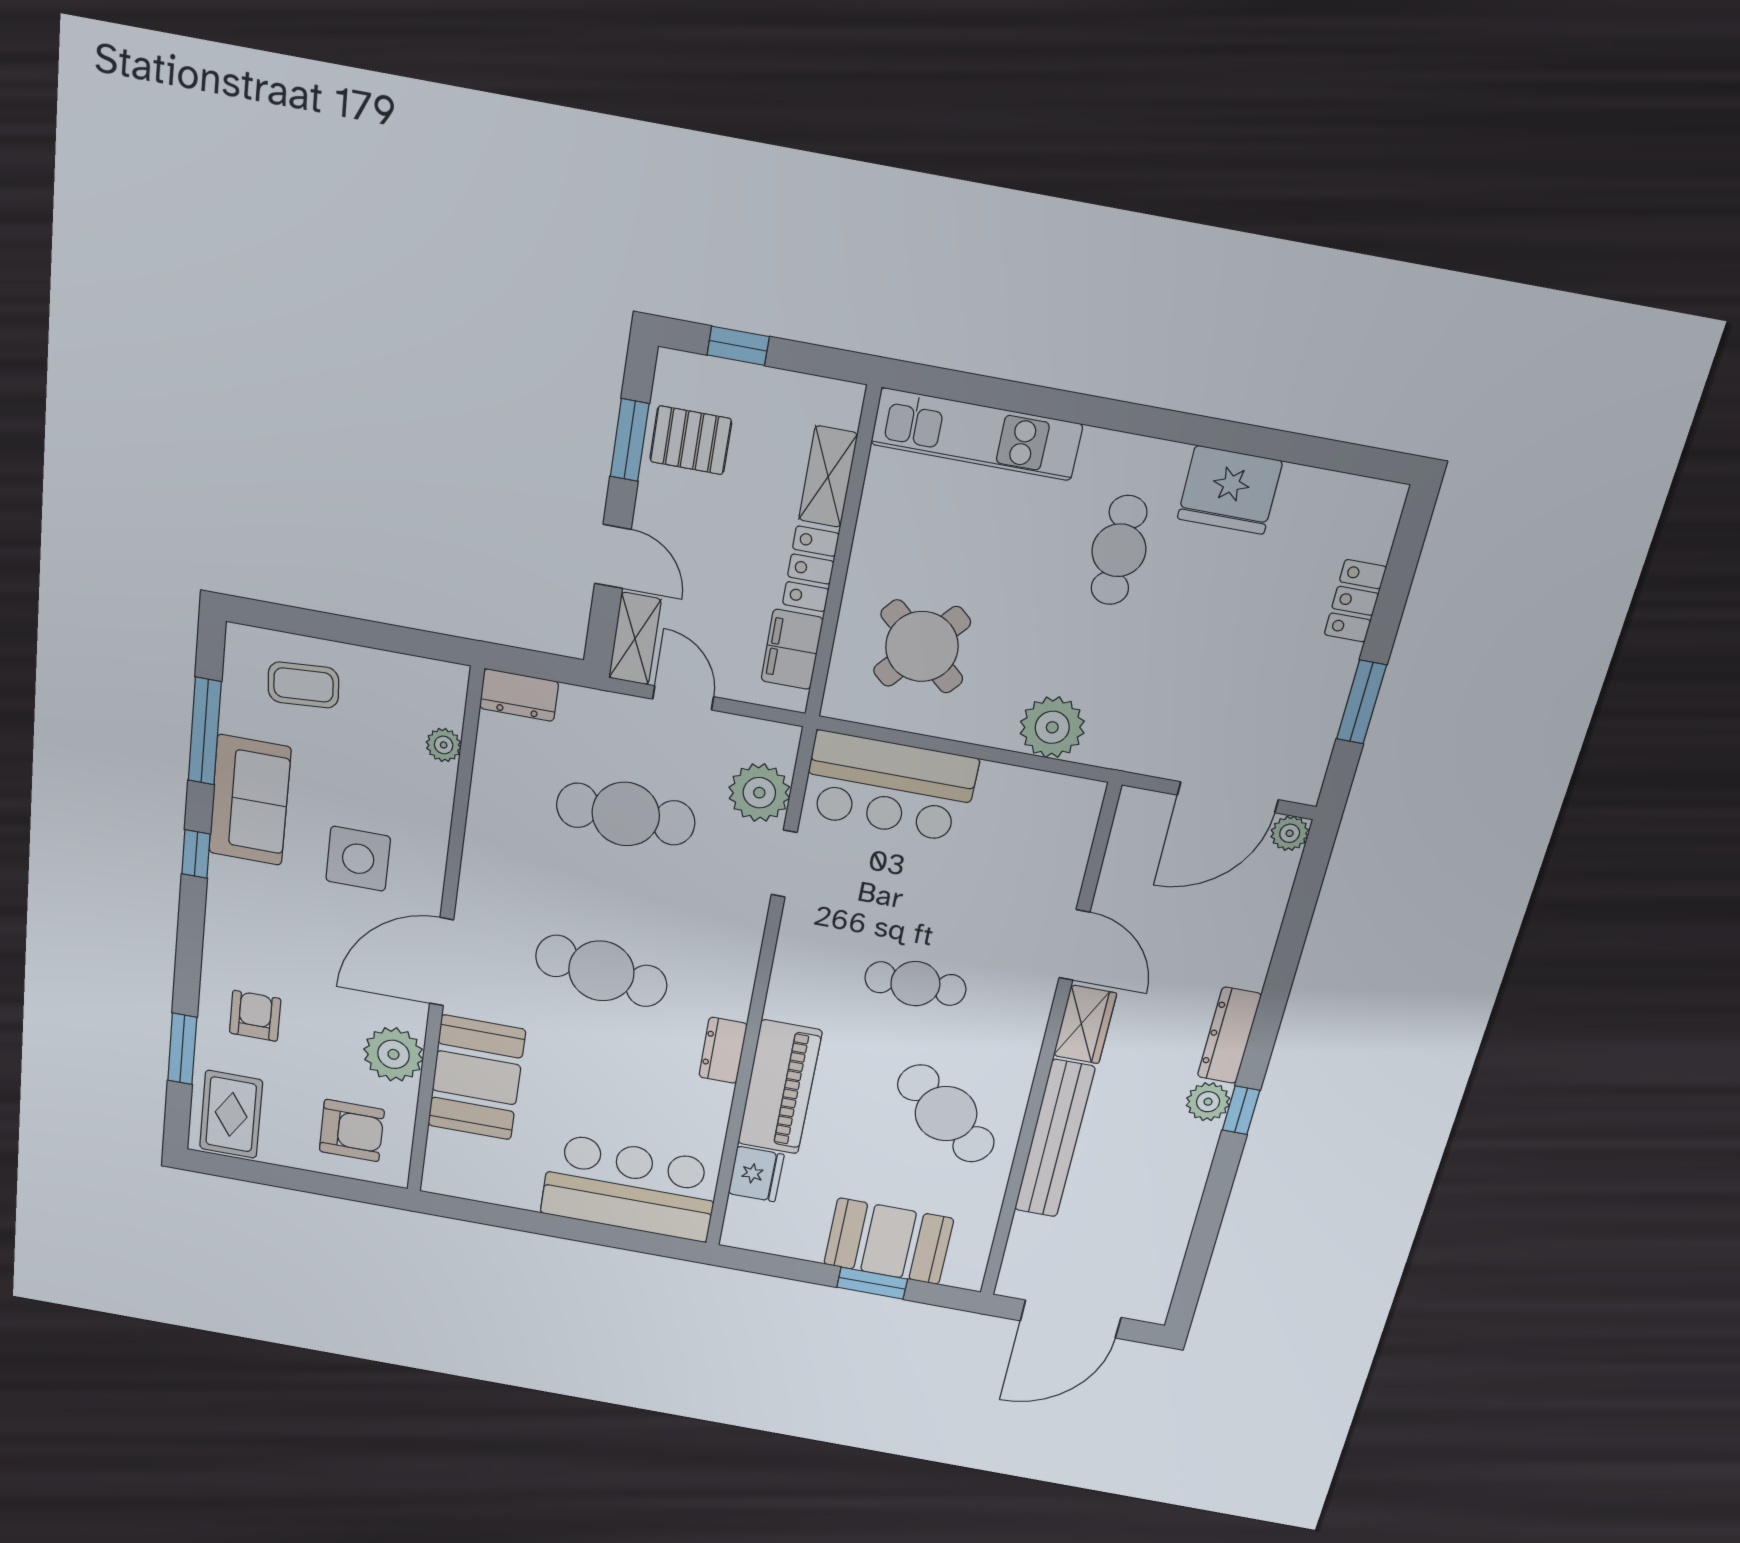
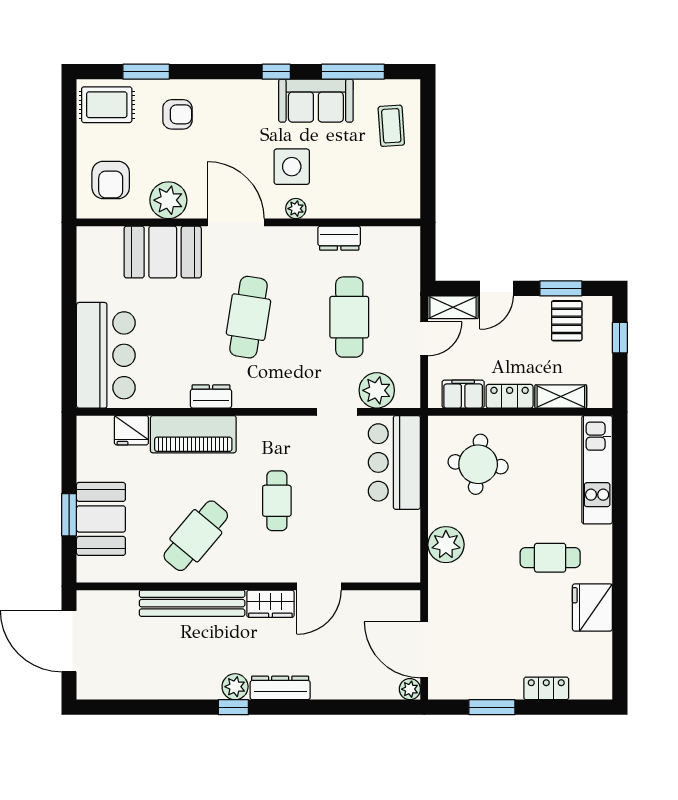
round table: (922, 647) -> (478, 464), turned -35
dresser: (519, 695) -> (339, 238), moved, turned -90
plant: (444, 745) -> (296, 209), moved

